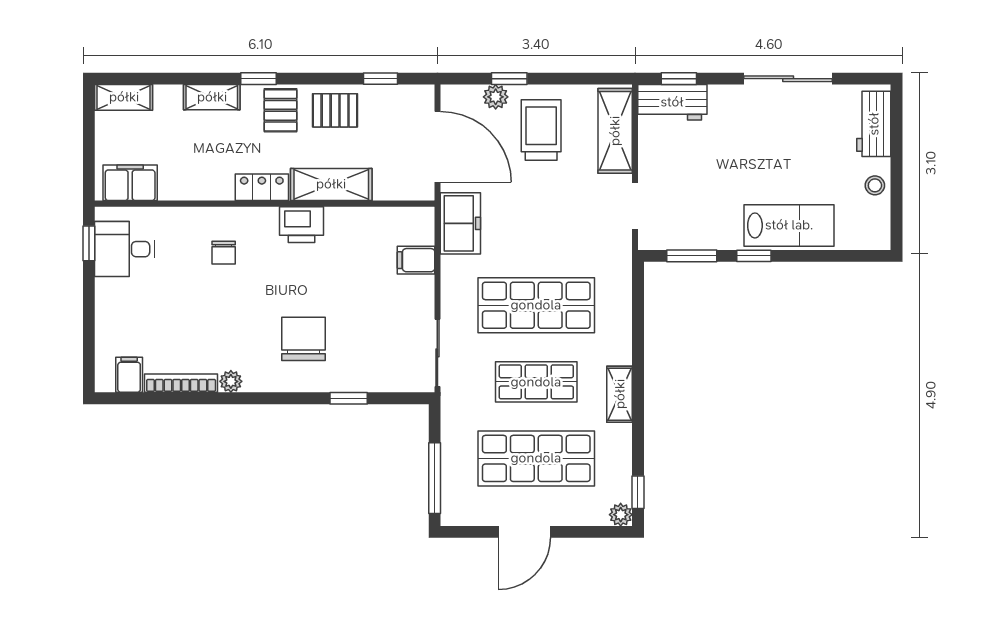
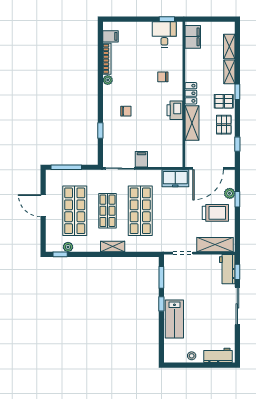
sliding door: (788, 79) -> (237, 306), moved
shelving: (124, 97) -> (229, 46), moved
filing cabinet: (416, 260) -> (141, 159), moved
chair: (303, 339) -> (126, 111), width x0.54, depth x0.54
shelving: (620, 394) -> (113, 246), moved
plant: (621, 515) -> (68, 247), moved

